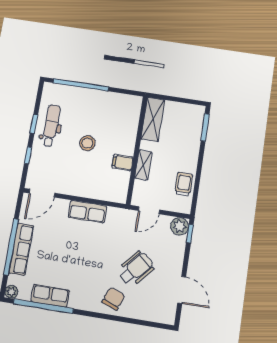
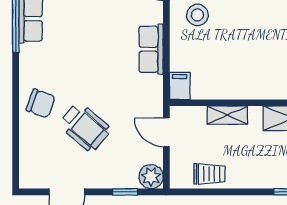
stool: (87, 143) -> (198, 15), moved
filing cabinet: (123, 163) -> (180, 86), moved
window: (190, 234) -> (125, 192), moved

